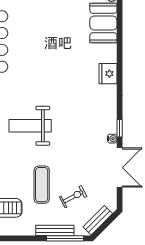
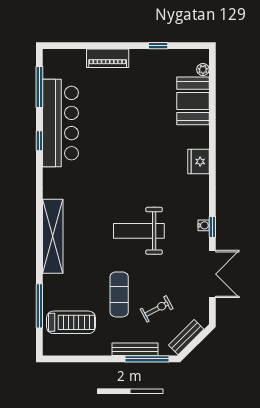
weight bench: (30, 126) -> (139, 231), moved
water cooler: (112, 139) -> (204, 225), moved

